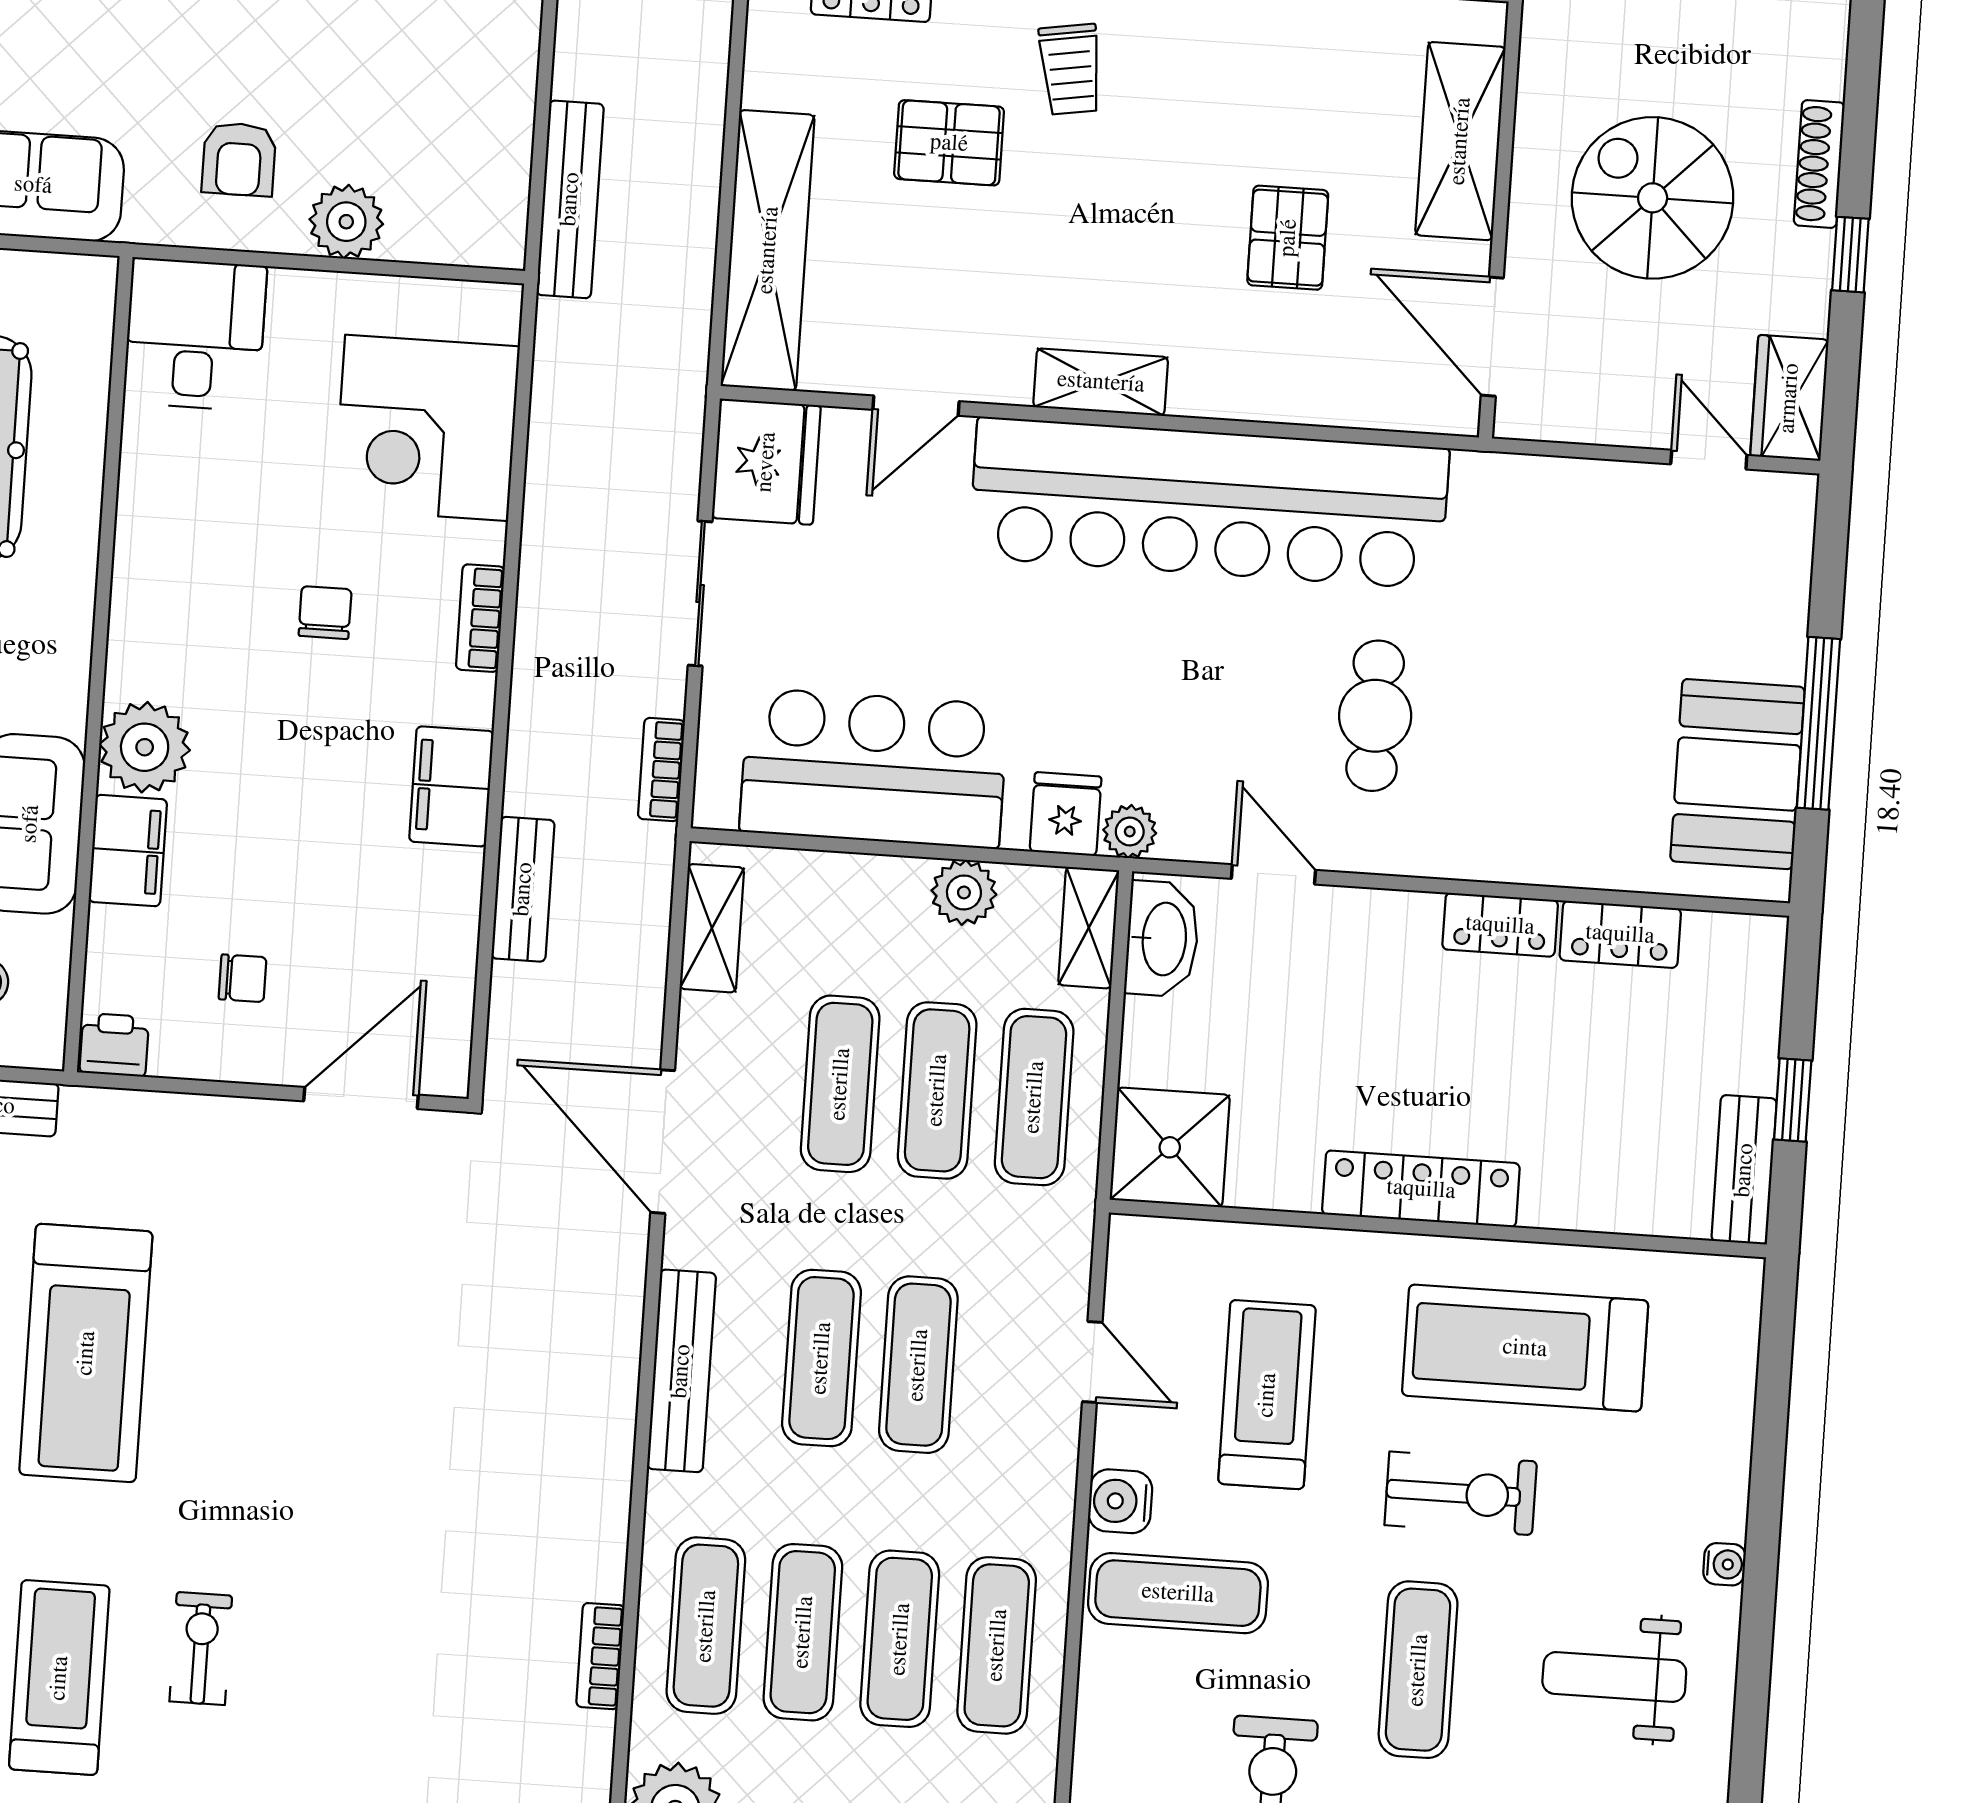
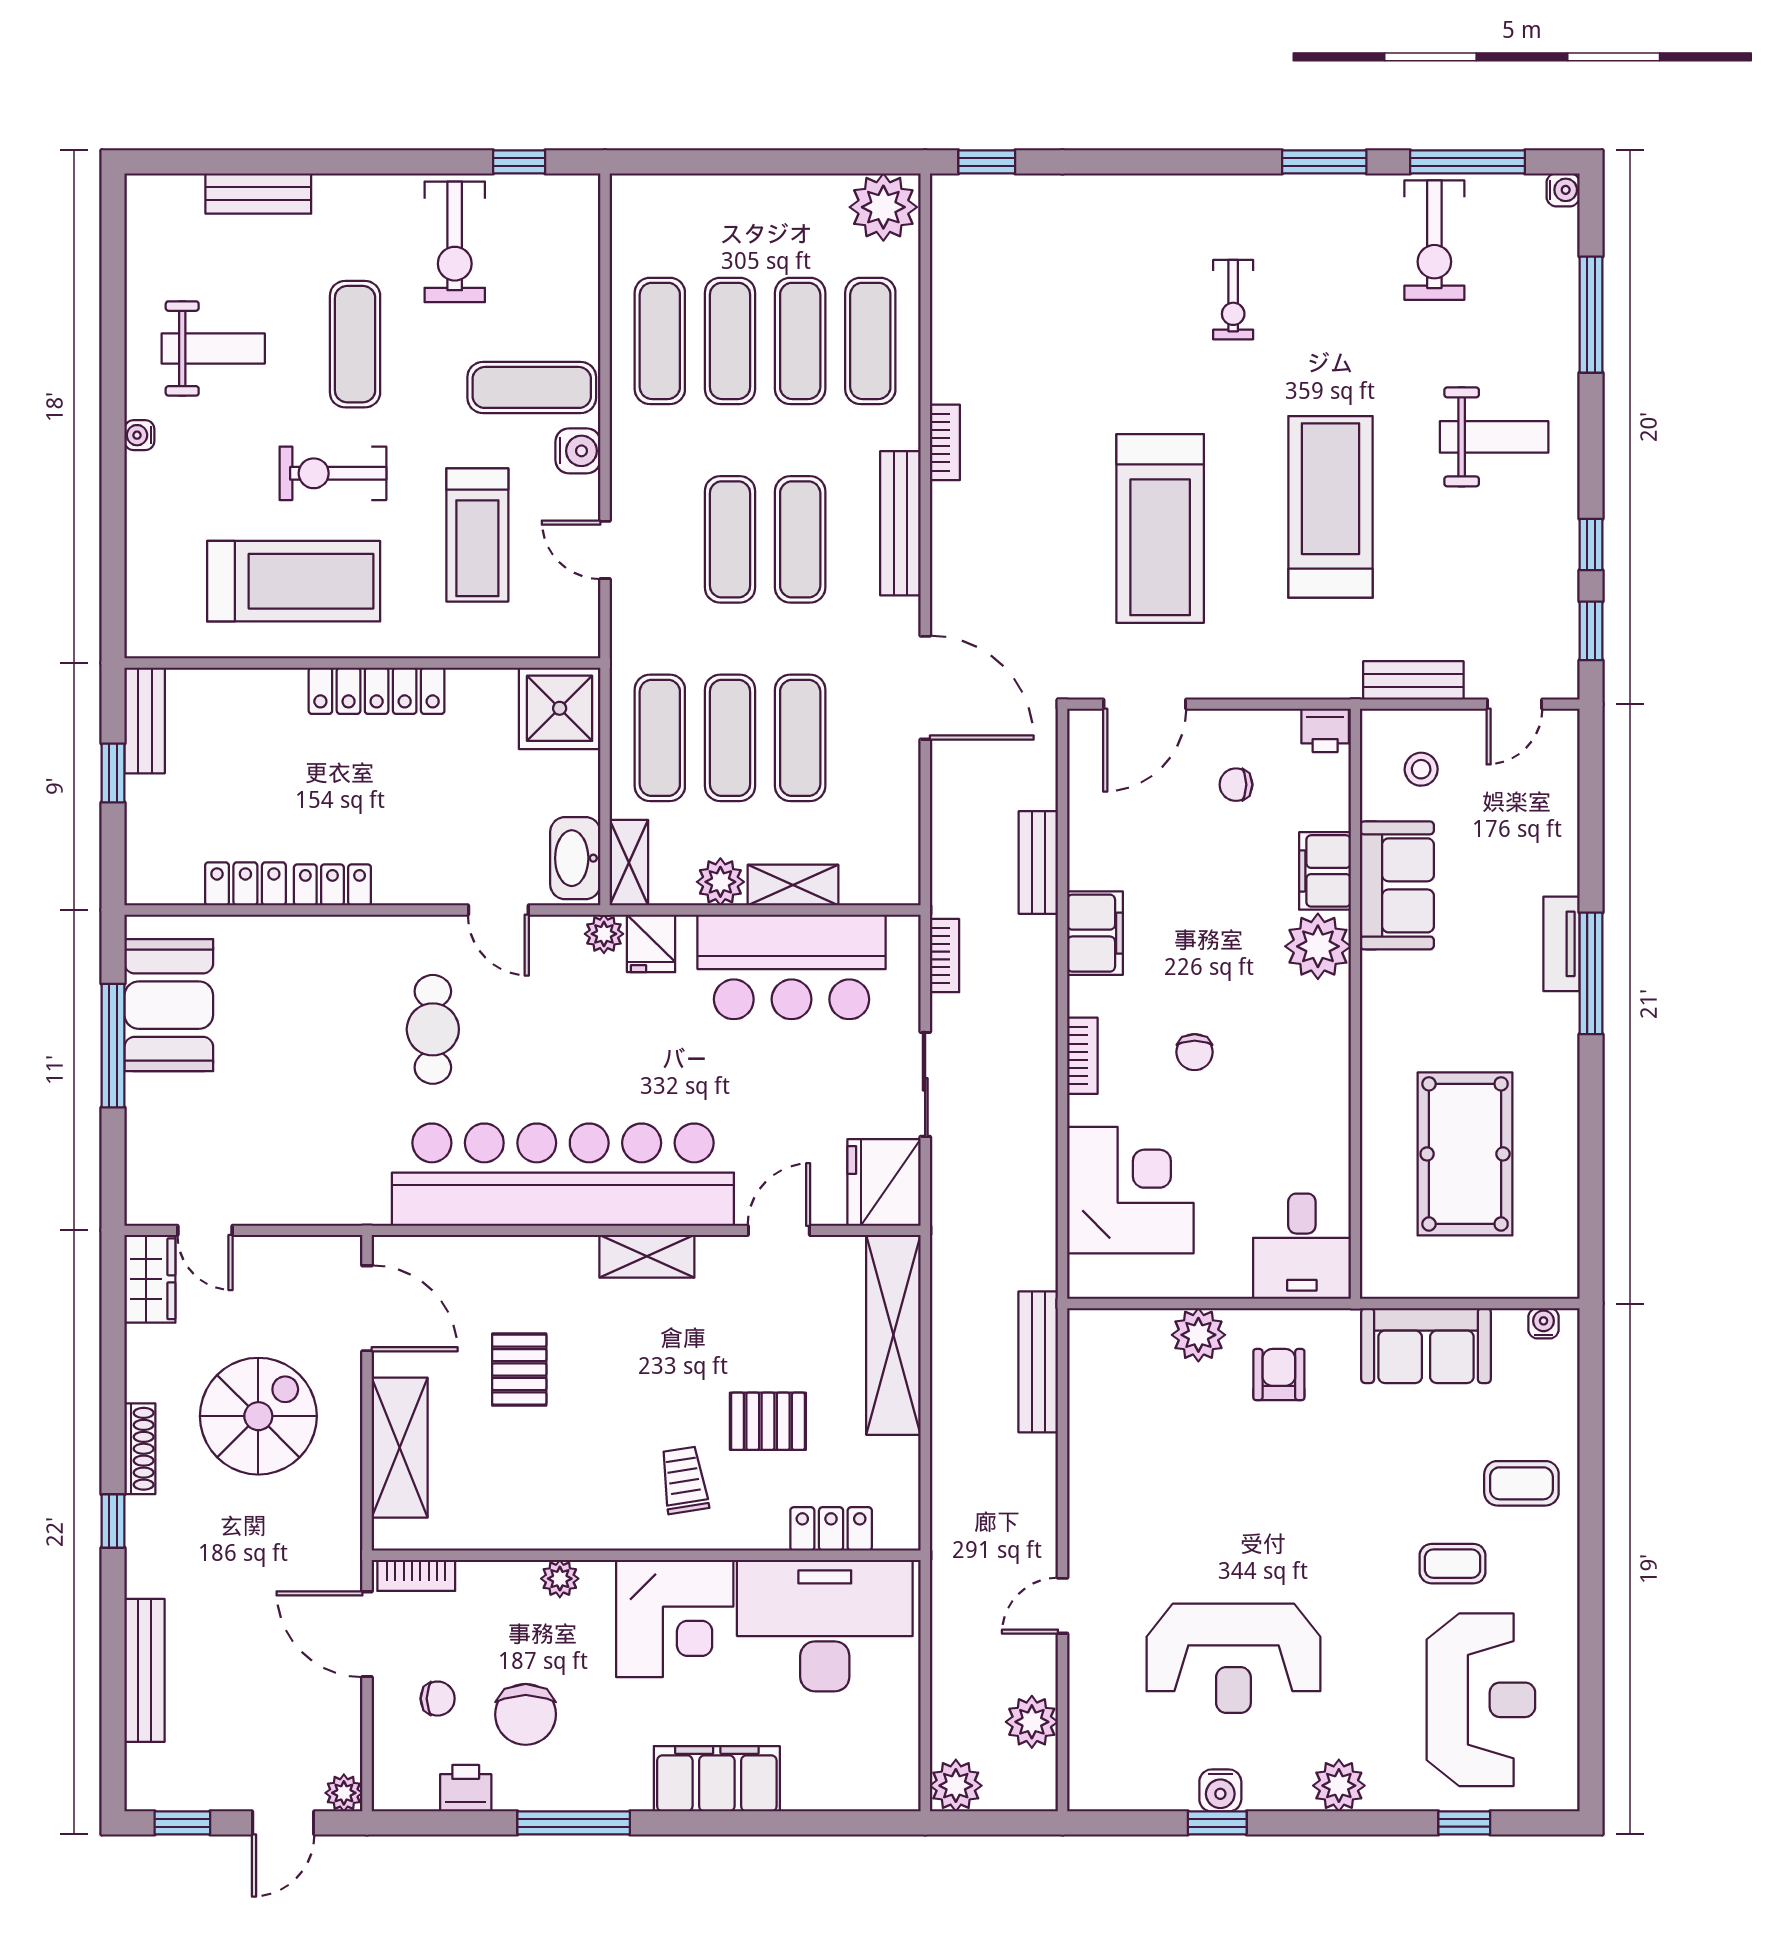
spiral stairs: (1653, 198) -> (258, 1416), turned -90
window: (1850, 255) -> (113, 1521), moved
shelving: (712, 928) -> (793, 885), moved, turned 90
bookcase: (600, 1656) -> (945, 442), moved
treadmill: (59, 1678) -> (1160, 528), moved, width x1.37, depth x1.38

